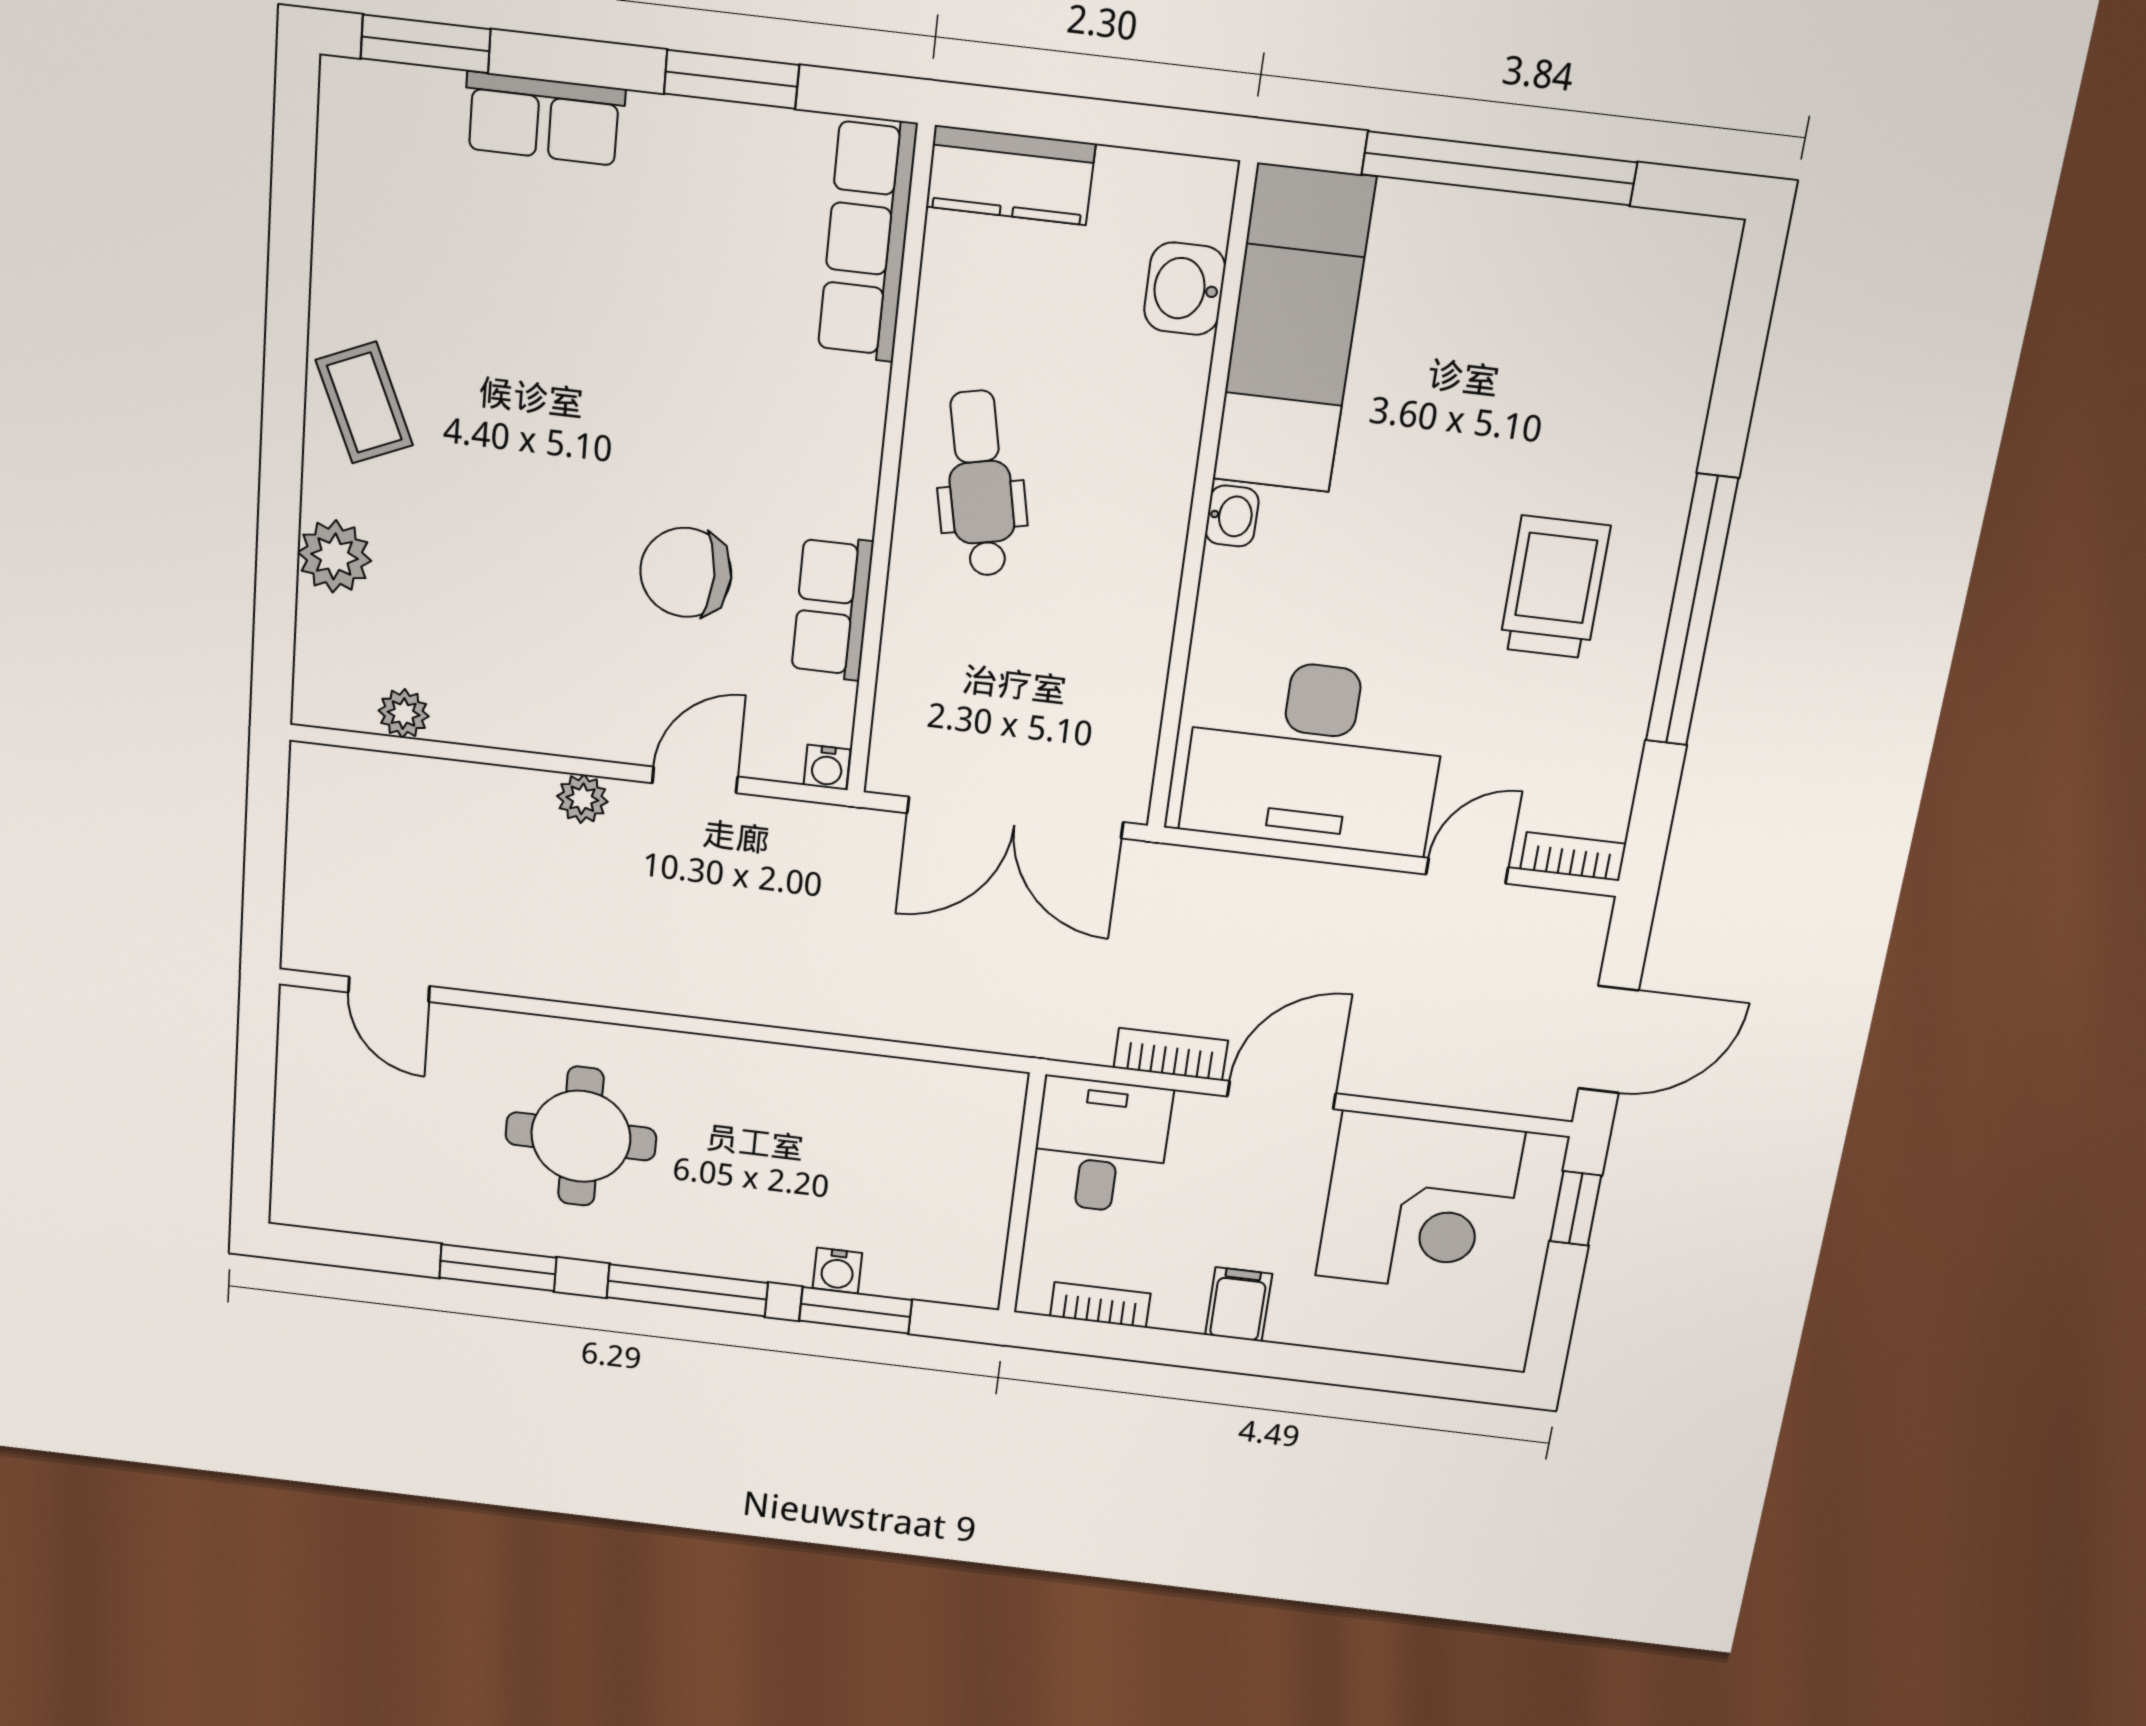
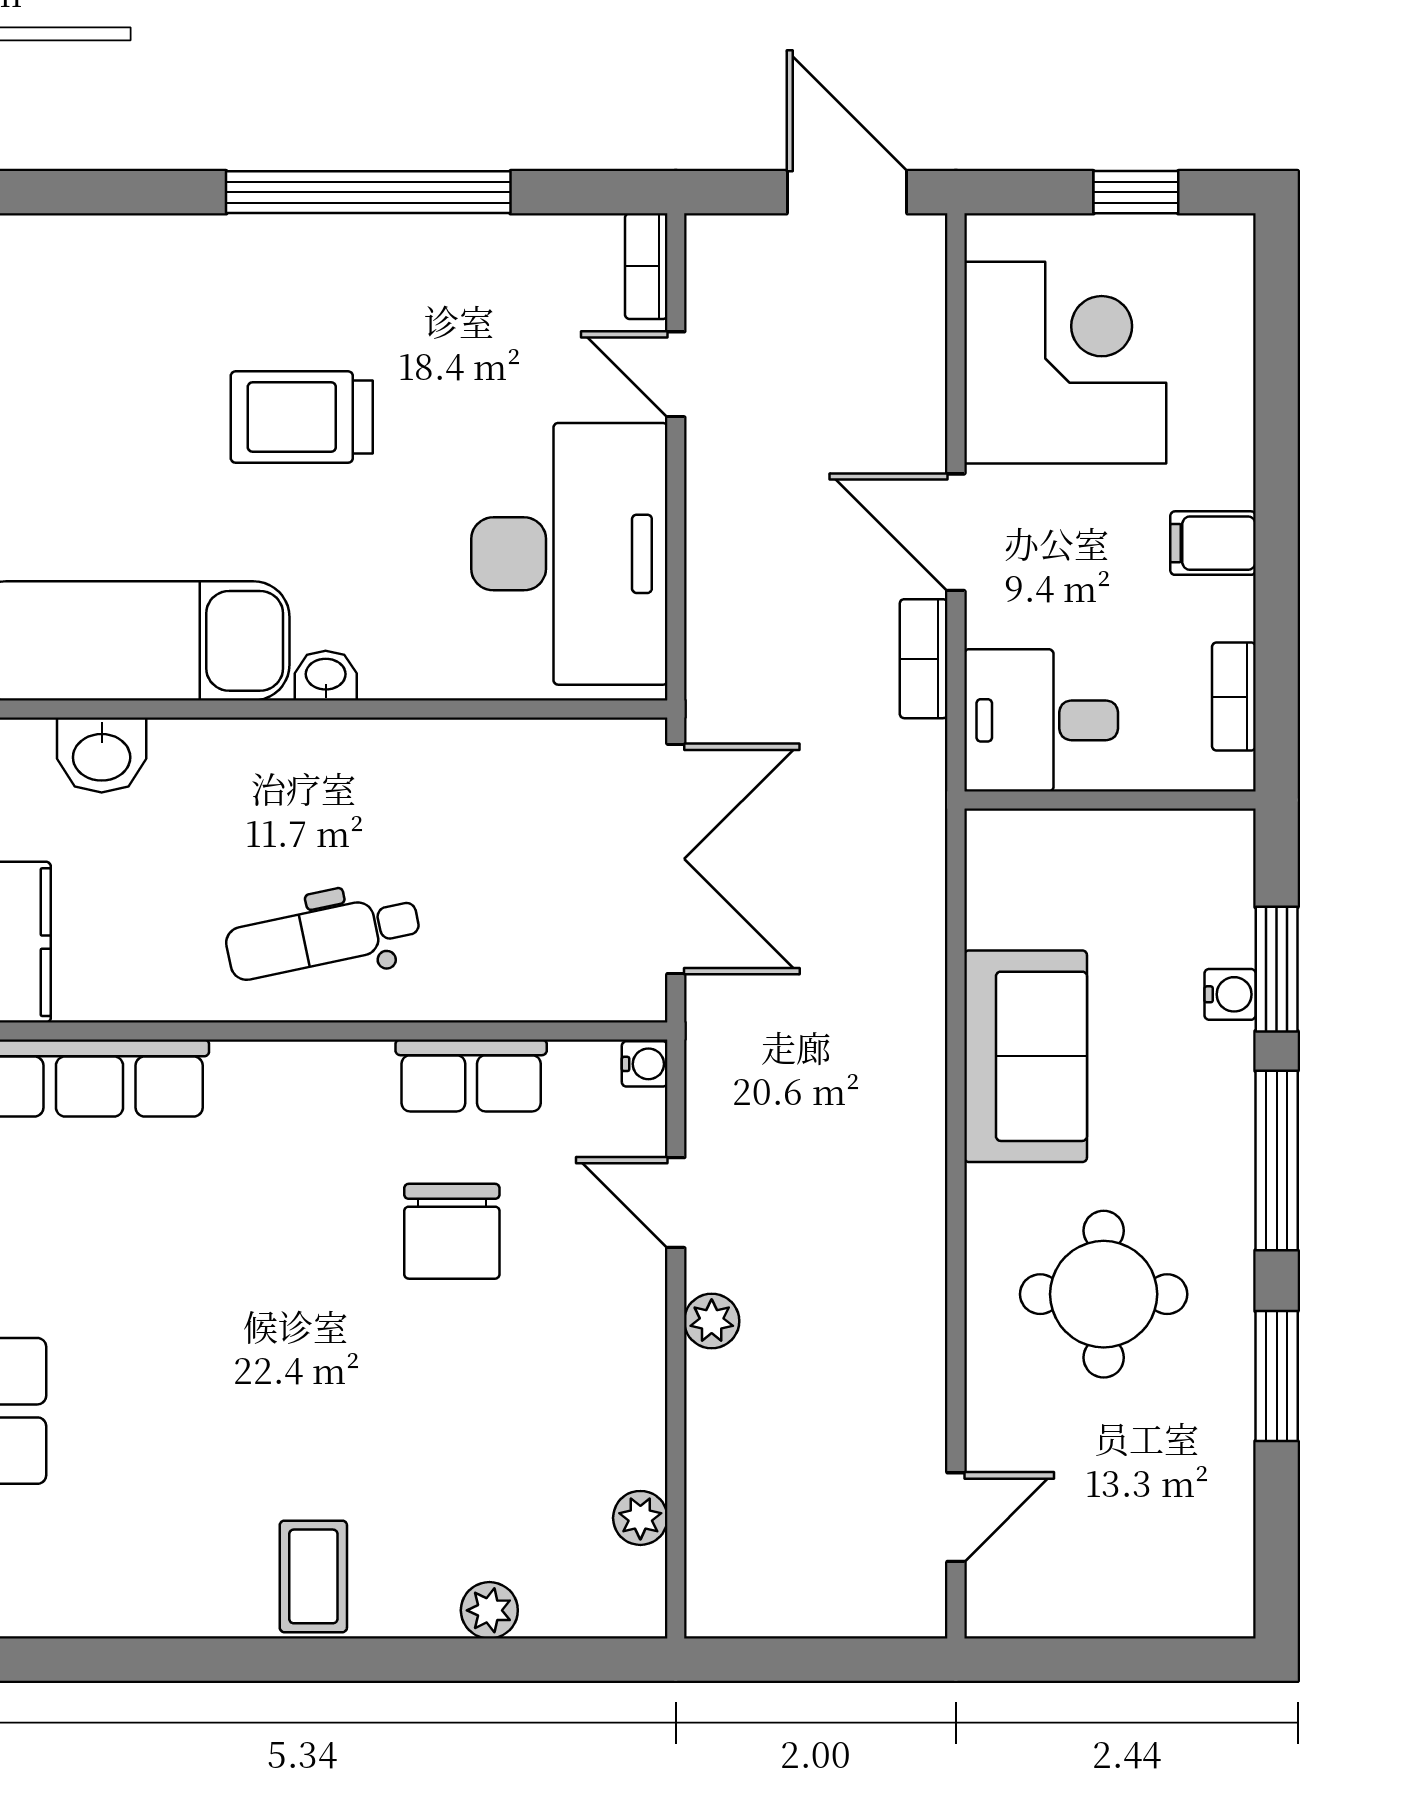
coffee table: (364, 403) -> (313, 1576), turned -67
plant: (334, 556) -> (489, 1610), width x0.73, depth x0.73
trolley: (1554, 587) -> (302, 417), moved
sofa: (800, 1097) -> (1026, 1056), added
window: (1576, 1208) -> (1136, 192), moved

